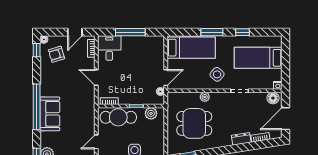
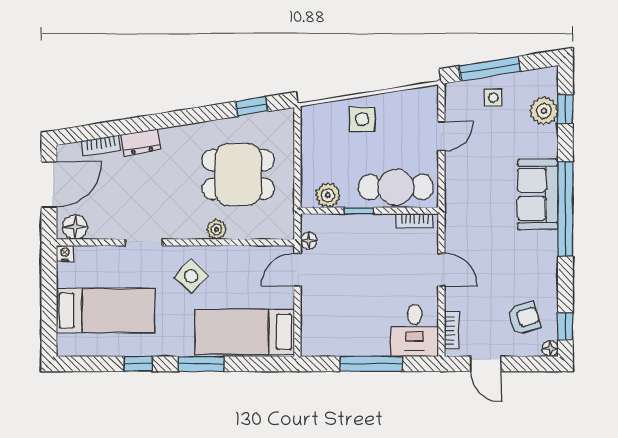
door: (75, 32) -> (486, 364), swing flipped

